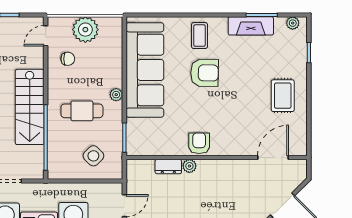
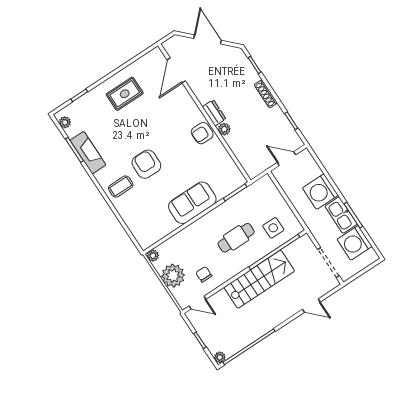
sofa: (145, 70) -> (192, 203), width x0.54, depth x0.79
plant: (116, 95) -> (153, 256), moved
cafe table: (82, 111) -> (236, 238), turned 90
side table: (93, 156) -> (273, 228), moved, turned 45
door: (273, 158) -> (176, 70), hinge flipped
dresser: (168, 167) -> (214, 113), moved

